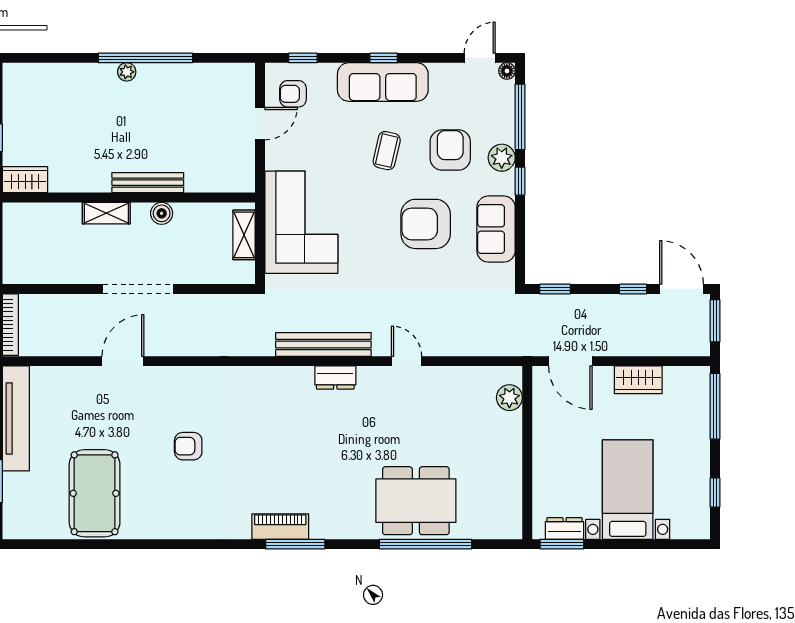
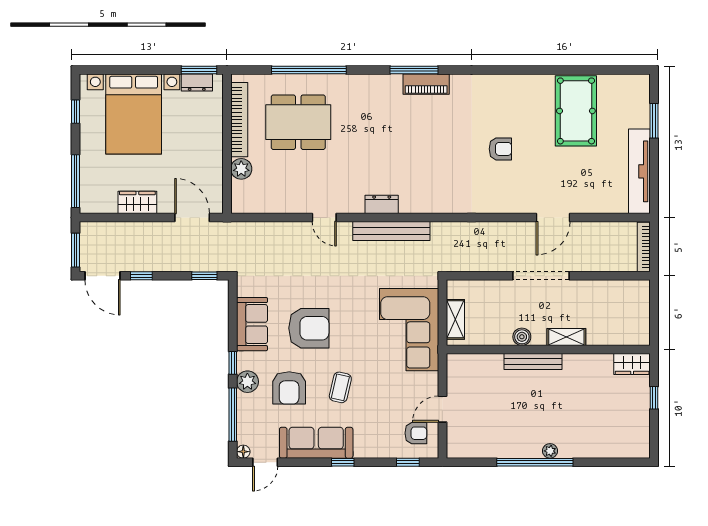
sofa: (383, 82) -> (316, 443), moved
plant: (509, 398) -> (241, 169), moved
bookcase: (512, 483) -> (239, 120), added
bed with nightstands: (628, 490) -> (134, 114), width x1.36
dining table: (416, 501) -> (298, 122), moved

